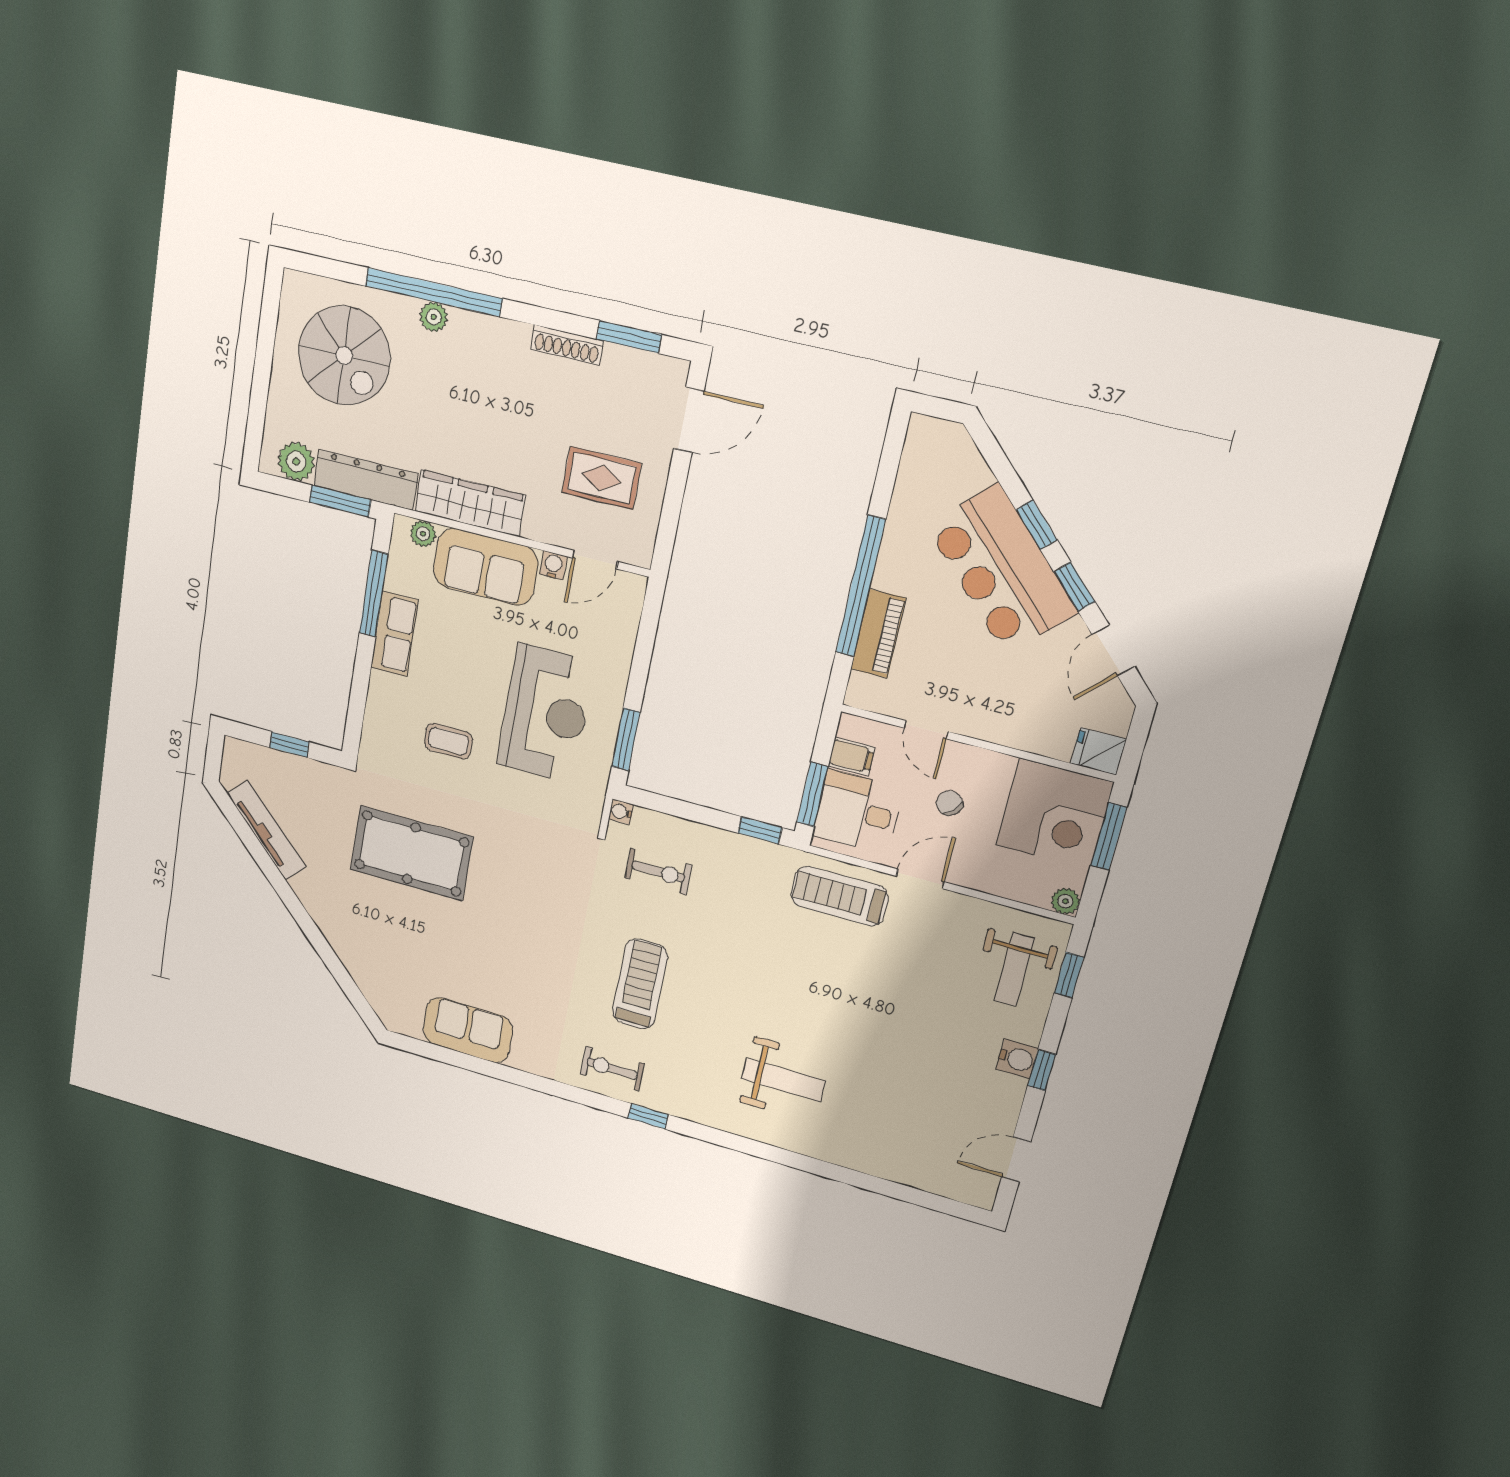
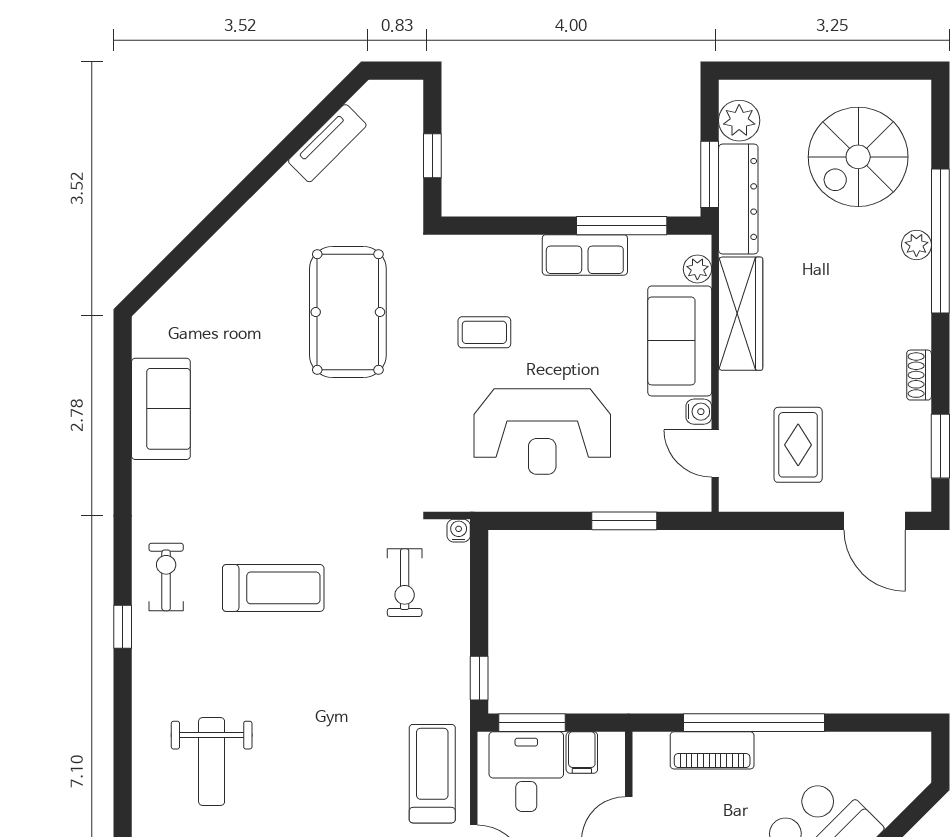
shoe rack: (567, 345) -> (919, 375), width x0.70
window: (626, 739) -> (624, 521), moved
coffee table: (448, 741) -> (484, 332), turned 90
tv unit: (267, 830) -> (327, 143), width x0.71

